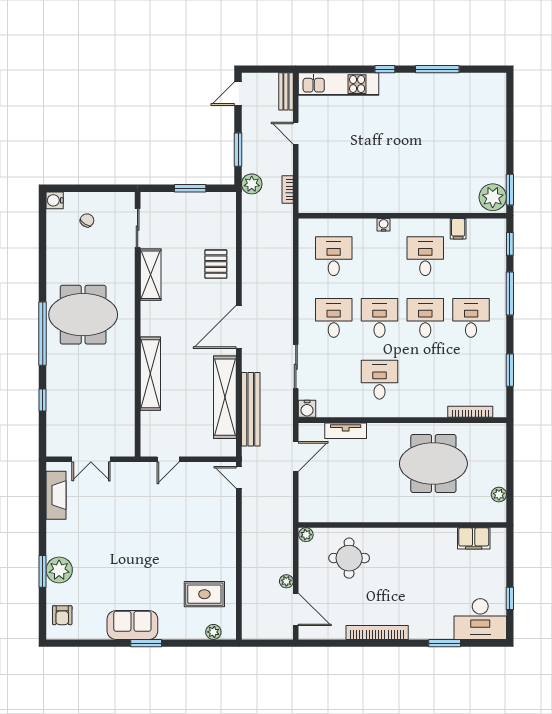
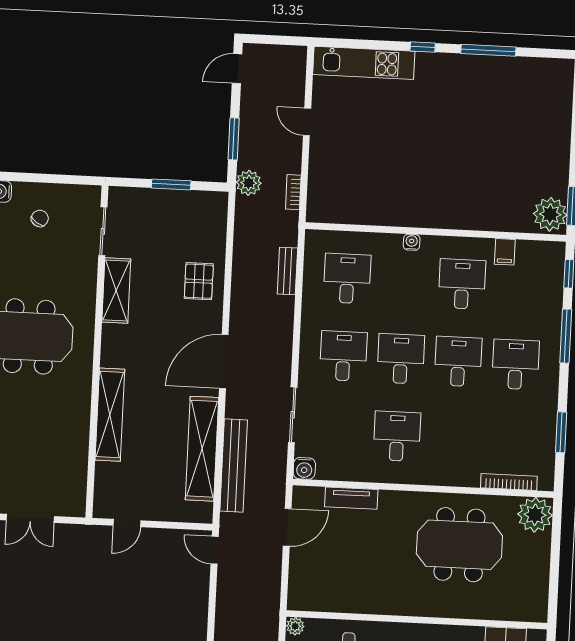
bench: (286, 91) -> (287, 271), moved
plant: (499, 495) -> (535, 515), moved, width x1.88, depth x1.88

